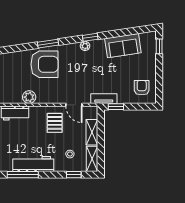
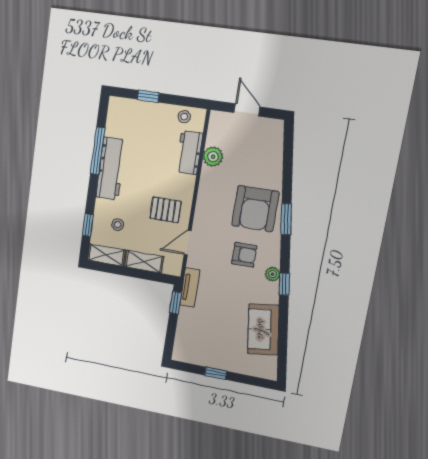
window: (159, 46) -> (216, 373), moved
armchair: (142, 88) -> (244, 255), moved
plant: (29, 97) -> (213, 157), moved

